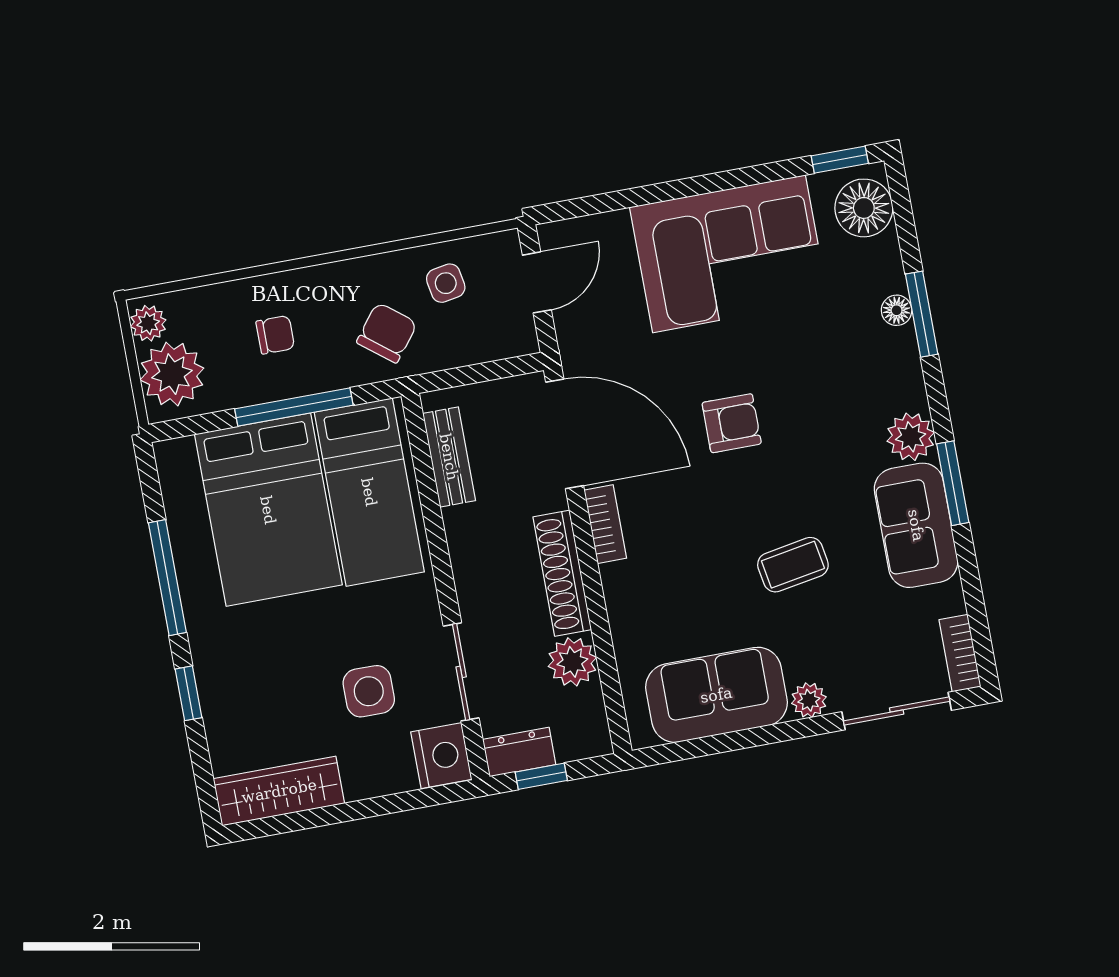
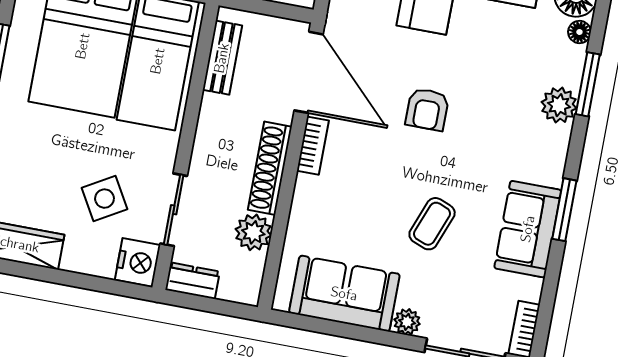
floor lamp: (897, 310) -> (579, 32), moved
armchair: (732, 423) -> (427, 109), turned 90
plant: (911, 437) -> (559, 105), moved
coffee table: (793, 565) -> (432, 224), turned -59
side table: (369, 691) -> (104, 199), turned -30
window: (541, 776) -> (201, 303), removed

